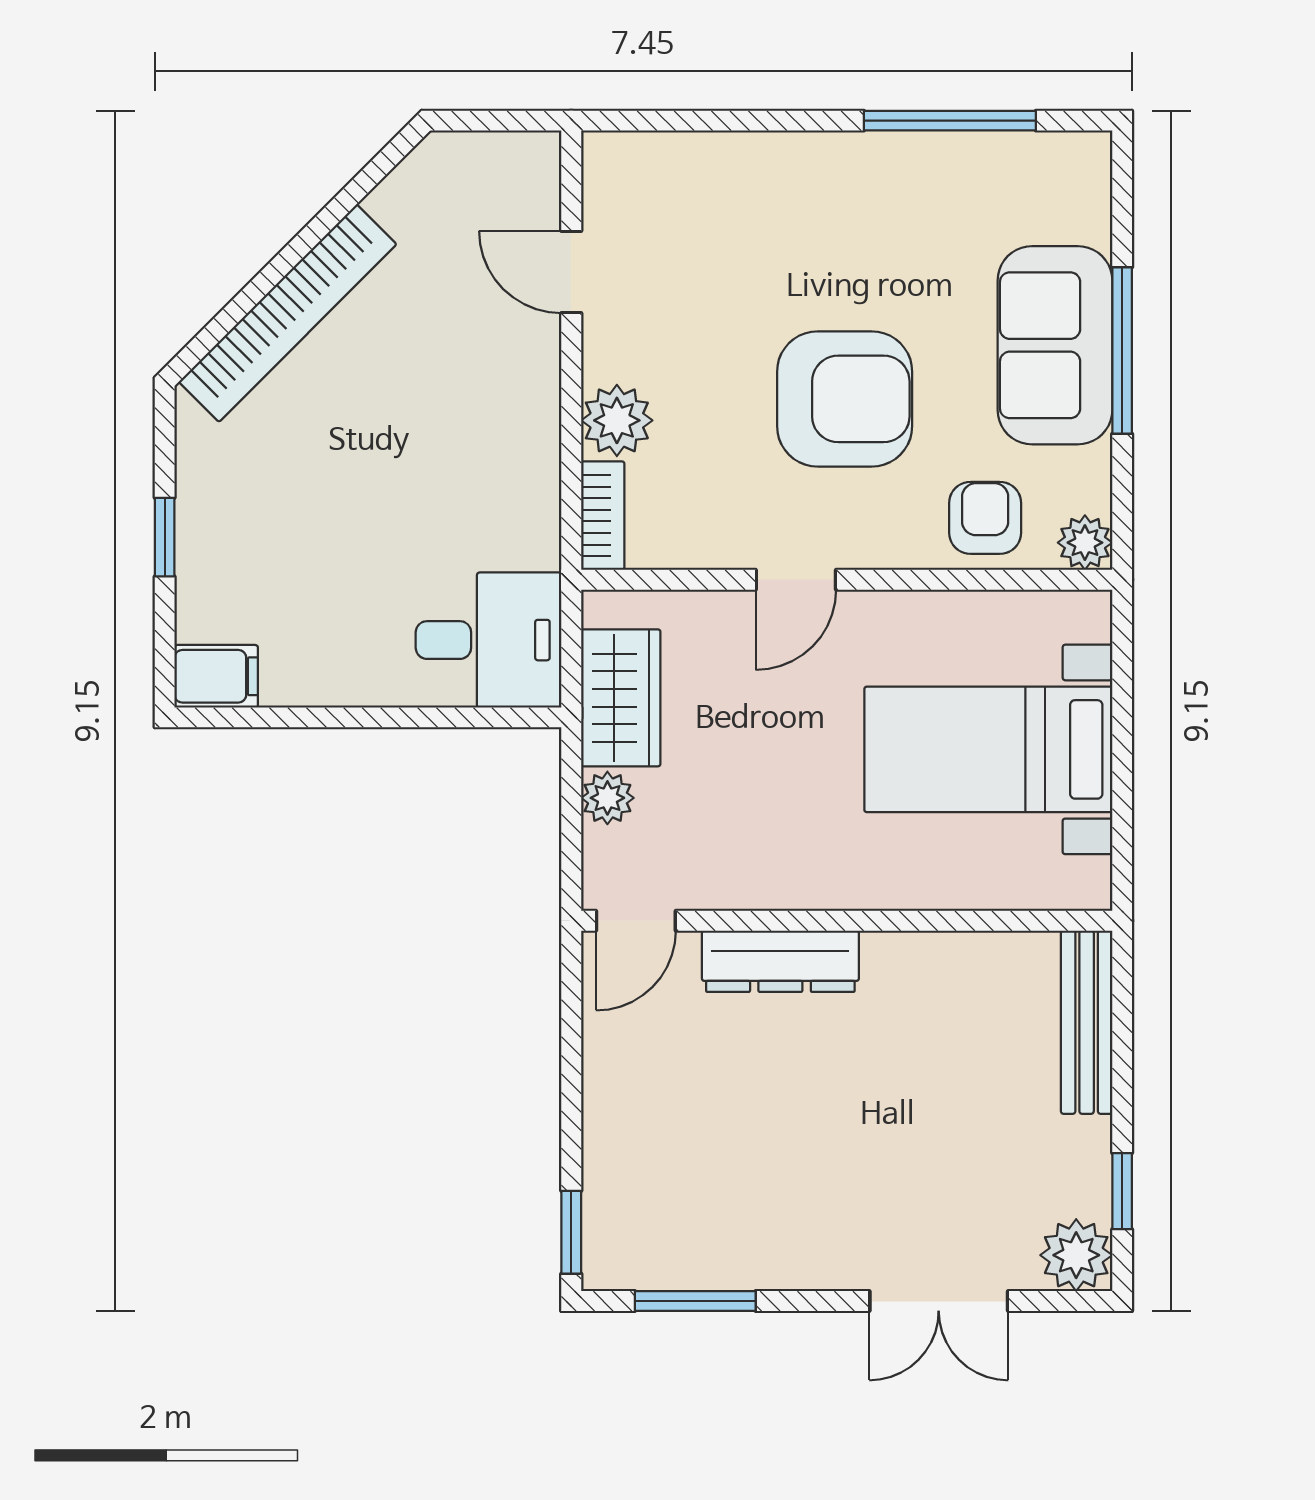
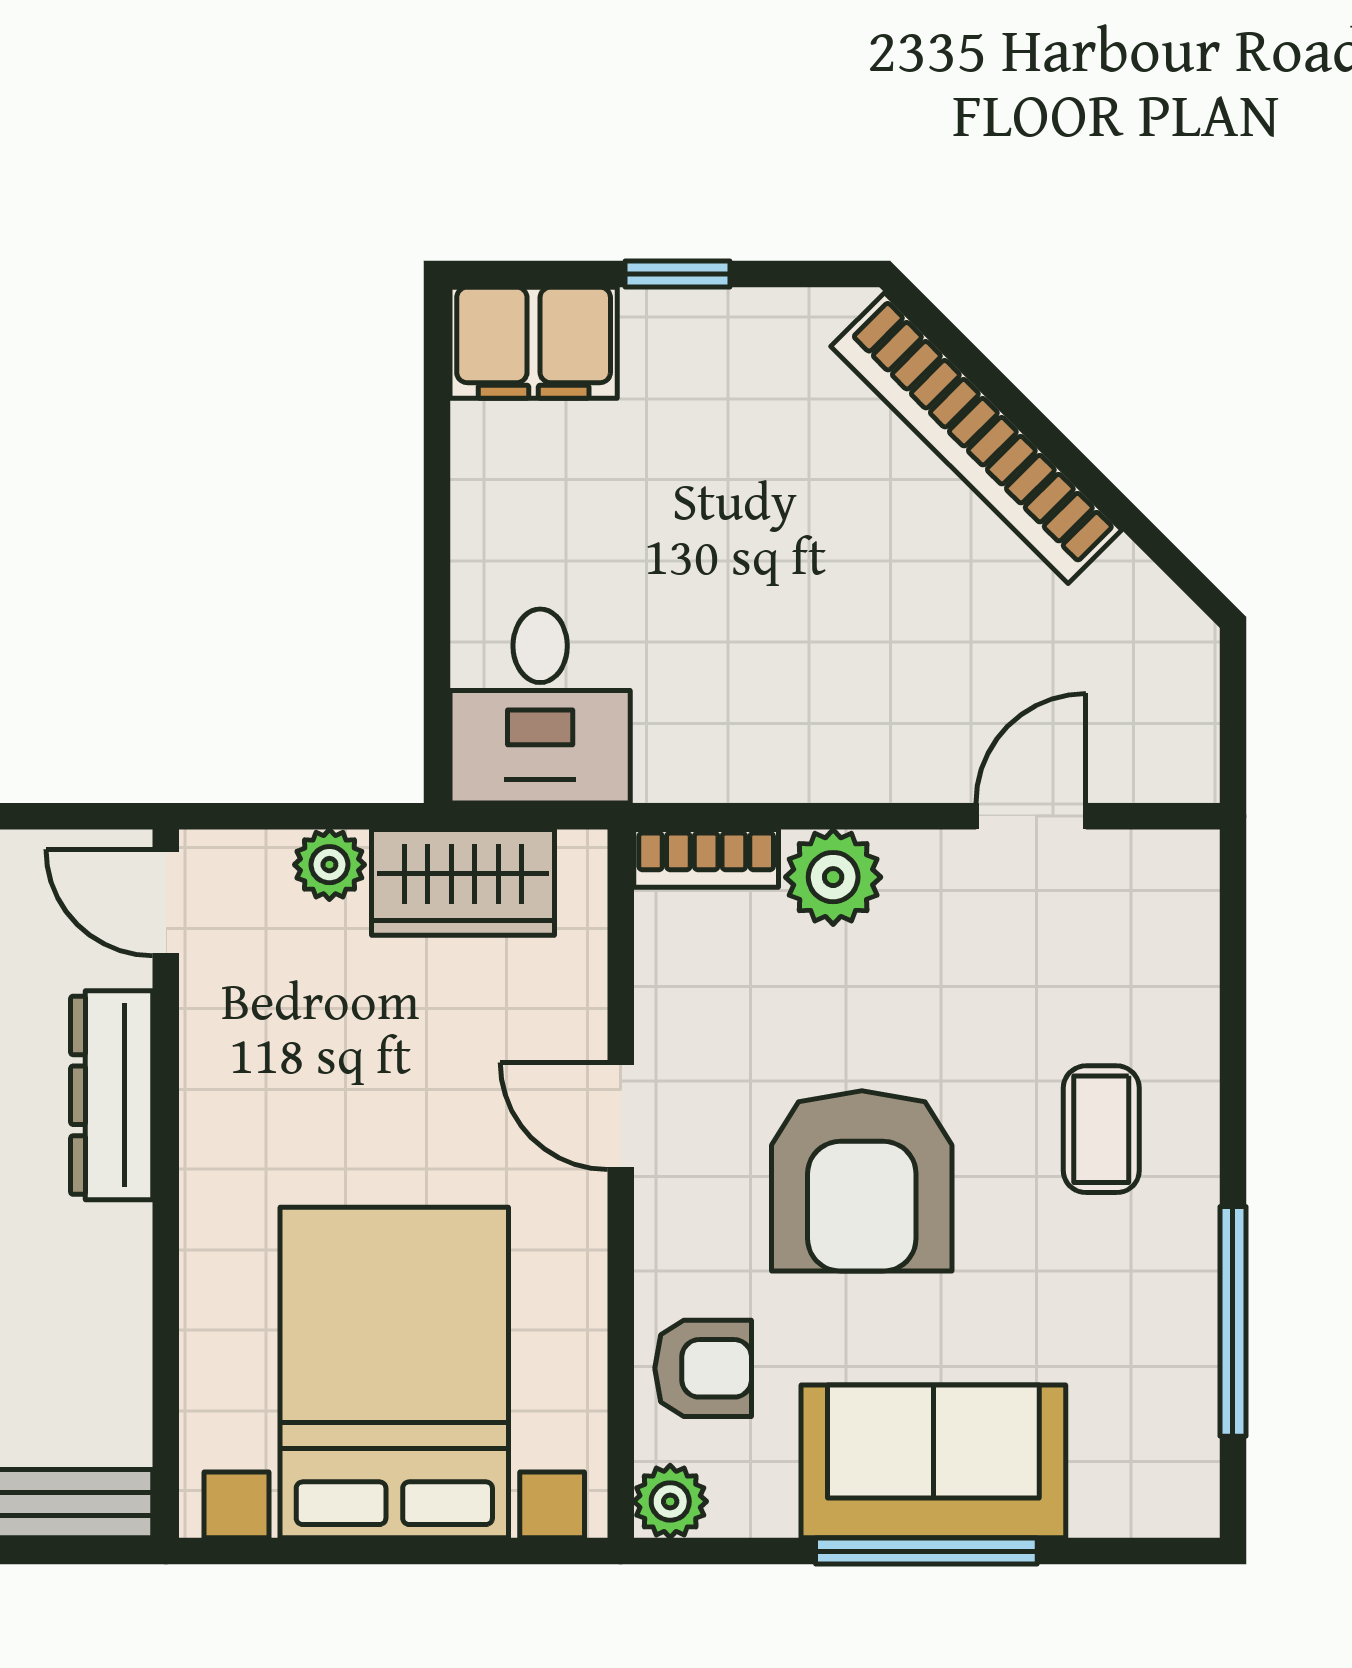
coffee table: (806, 219) -> (1101, 1129), added
filing cabinet: (216, 676) -> (534, 343), width x2.00
bed with nightstands: (988, 749) -> (394, 1373), width x1.36

